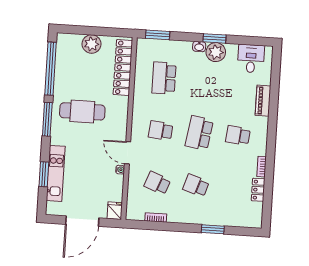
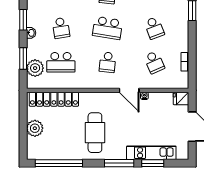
window: (158, 35) -> (23, 59), moved
plant: (216, 52) -> (35, 68), moved
school desk: (203, 80) -> (61, 28), added
window: (47, 119) -> (119, 163), moved
door: (128, 153) -> (129, 90), hinge flipped
school desk: (157, 183) -> (154, 62), turned -45
school desk: (196, 185) -> (154, 28), turned -39

